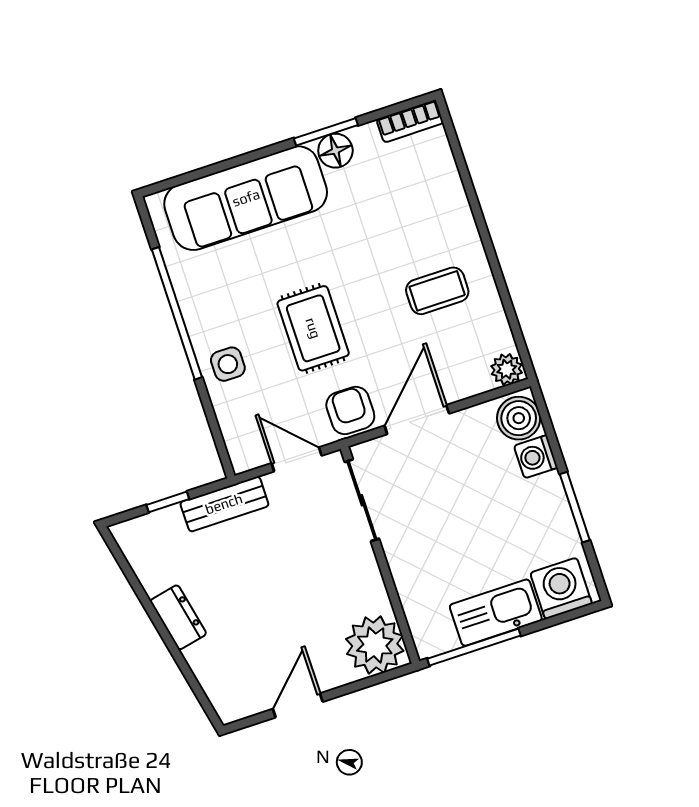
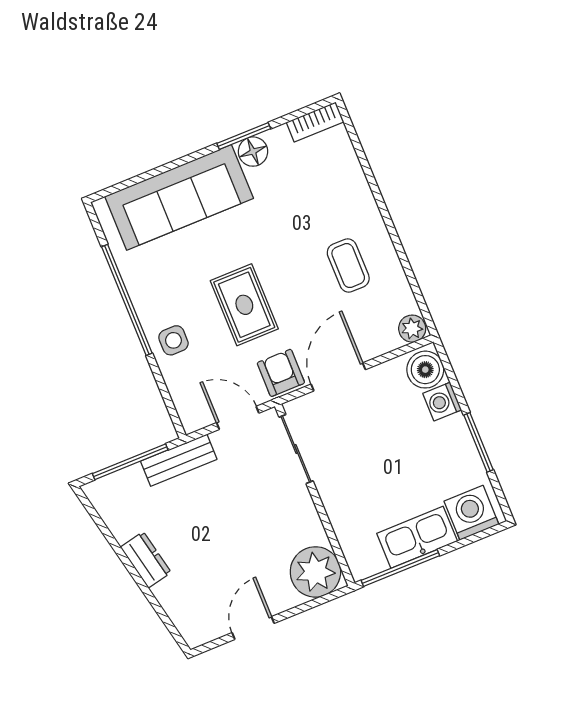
coffee table: (437, 291) -> (348, 266), turned 90
window: (168, 502) -> (130, 462), width x2.17

